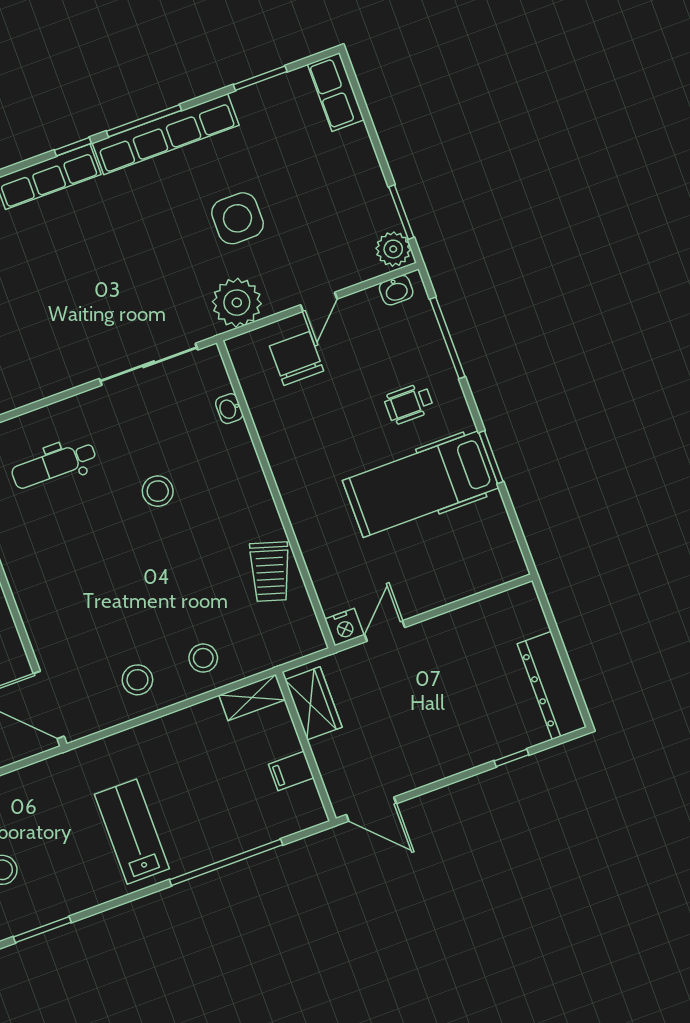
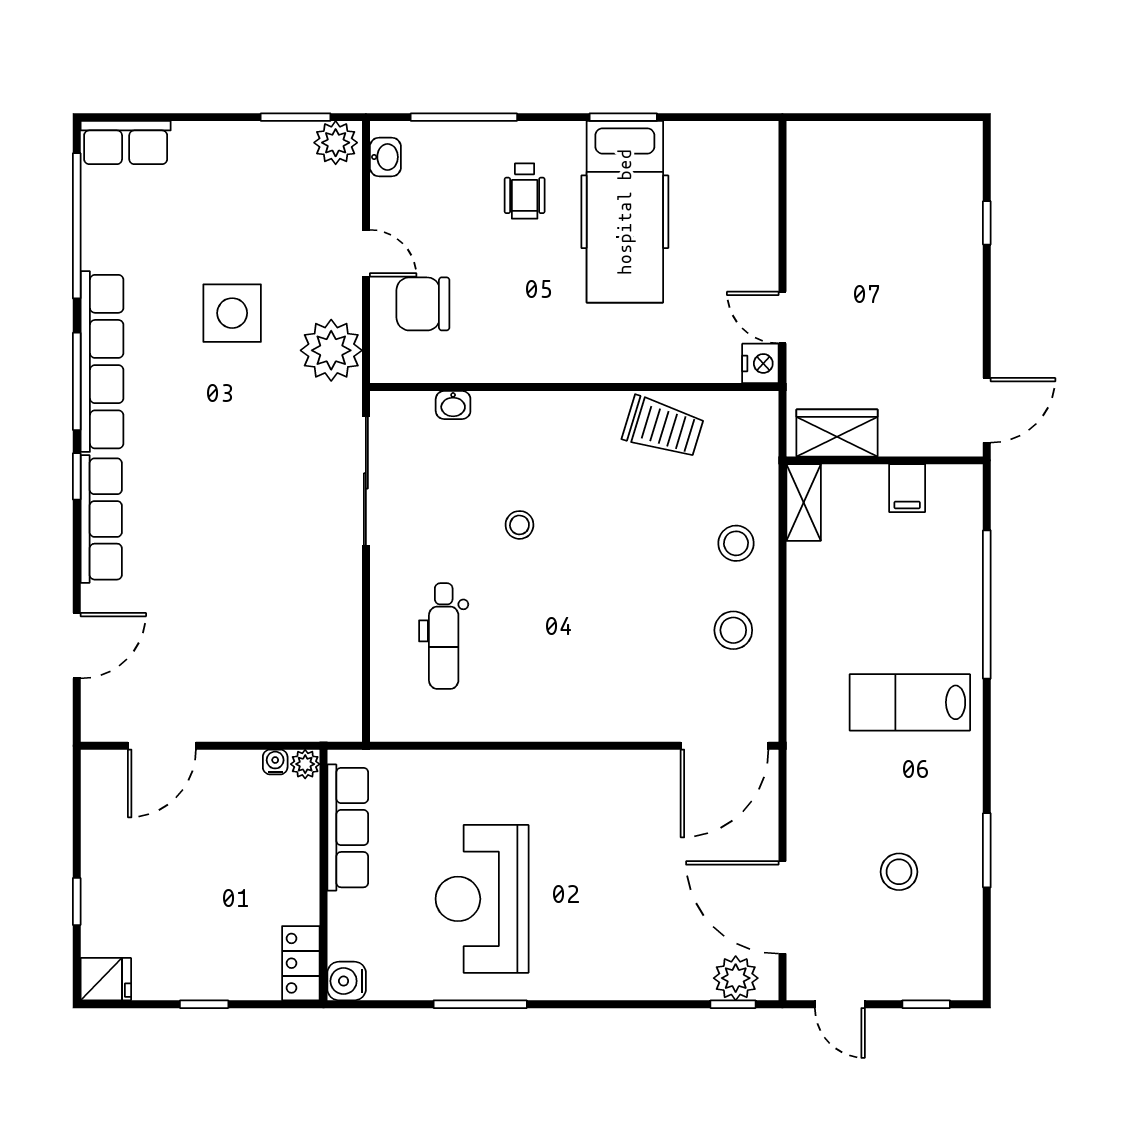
window: (260, 78) -> (77, 226), width x2.11
stool: (158, 491) -> (519, 525), width x0.73, depth x0.73
dresser: (552, 685) -> (919, 144), removed

